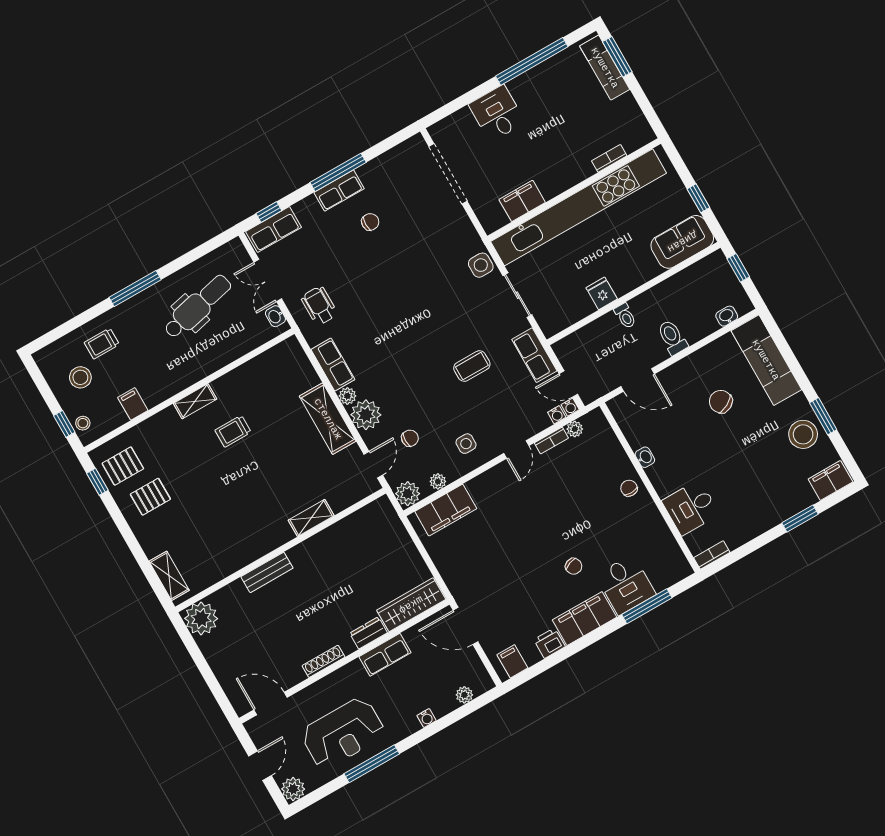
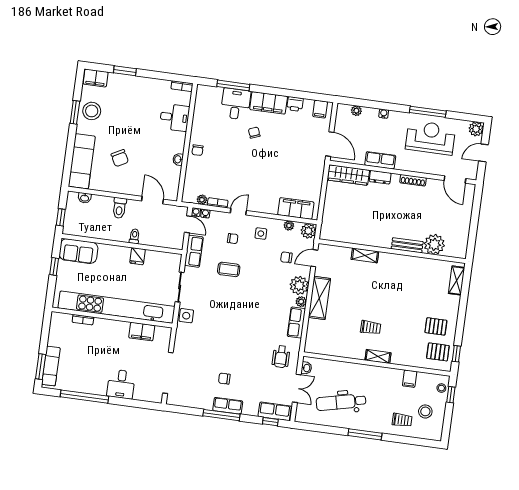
chair: (497, 409) -> (233, 239), added
plant: (201, 618) -> (434, 244), moved

